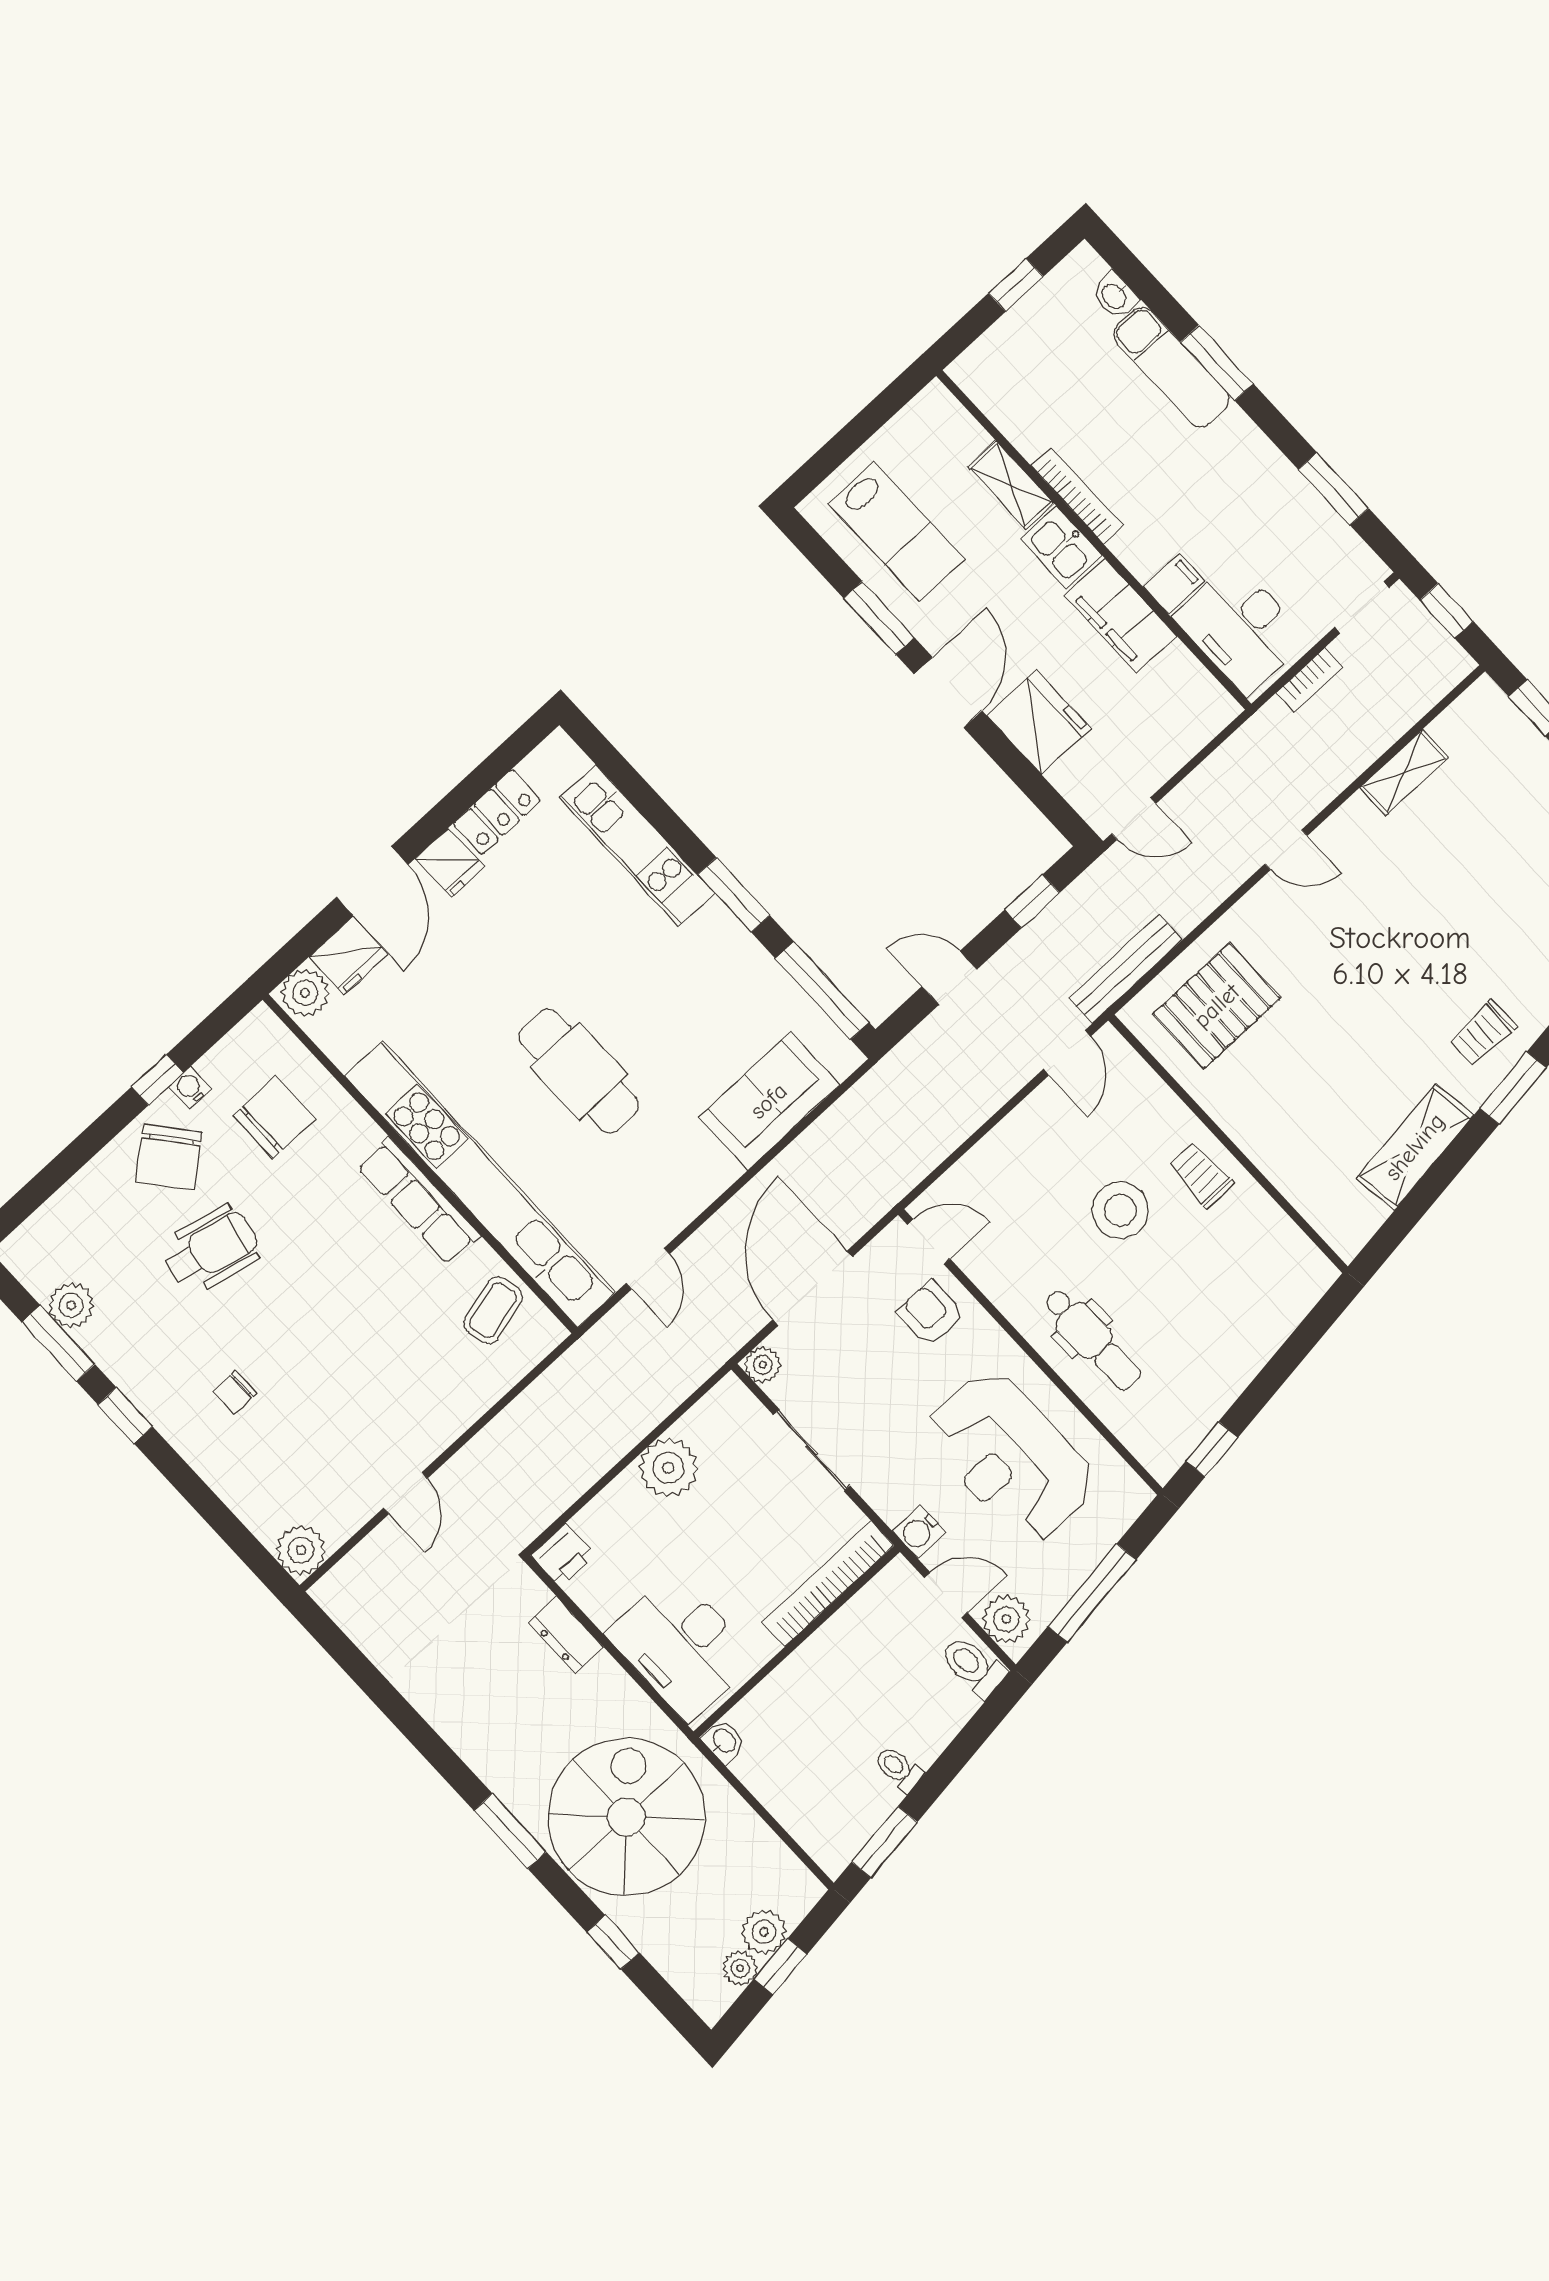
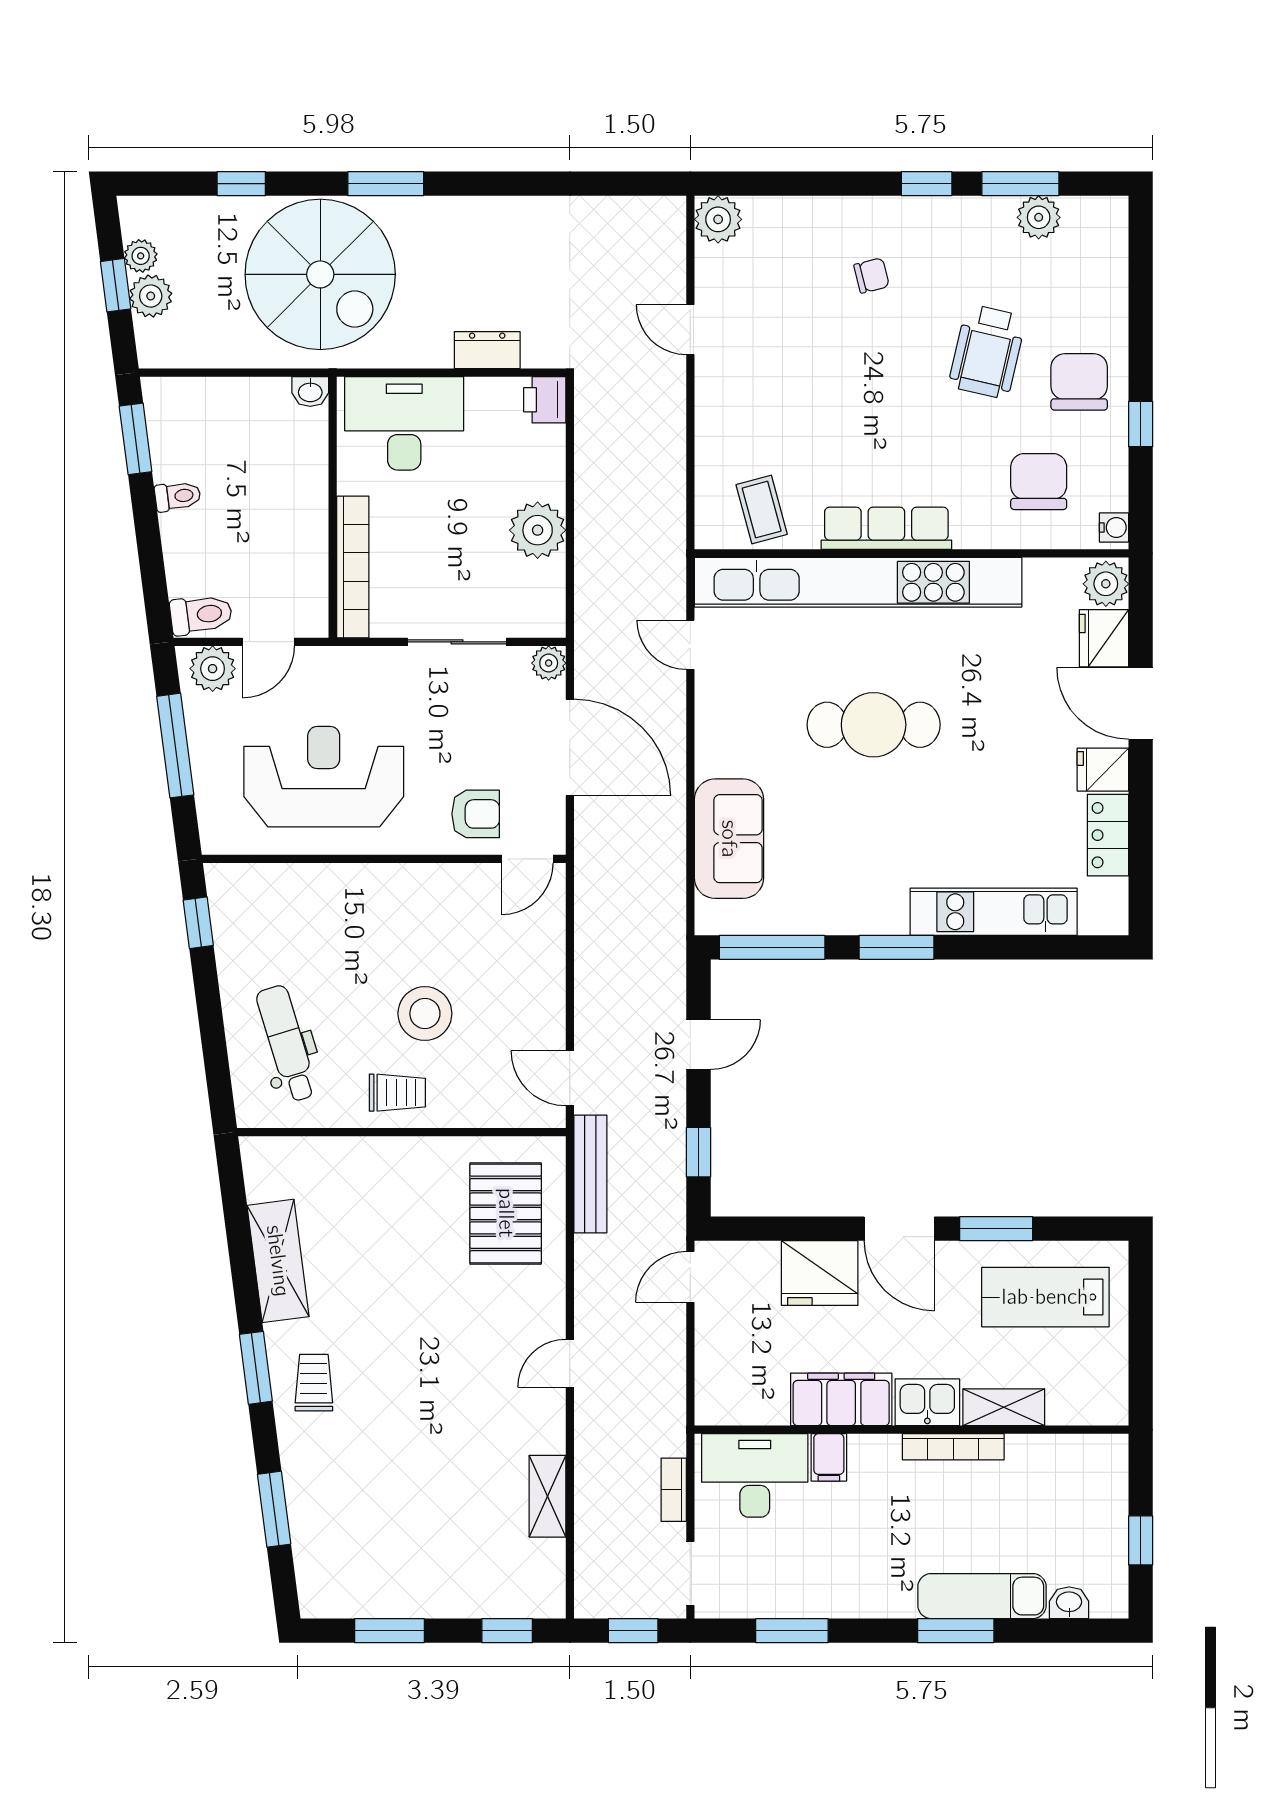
water cooler: (190, 1088) -> (1114, 527), moved
chair: (274, 1117) -> (1039, 482), turned 180
chair: (169, 1157) -> (1079, 382), turned 39
dental chair: (1092, 1339) -> (287, 1043), moved, turned 73
chair: (235, 1392) -> (872, 275), turned 76
water cooler: (919, 1532) -> (330, 664), removed

